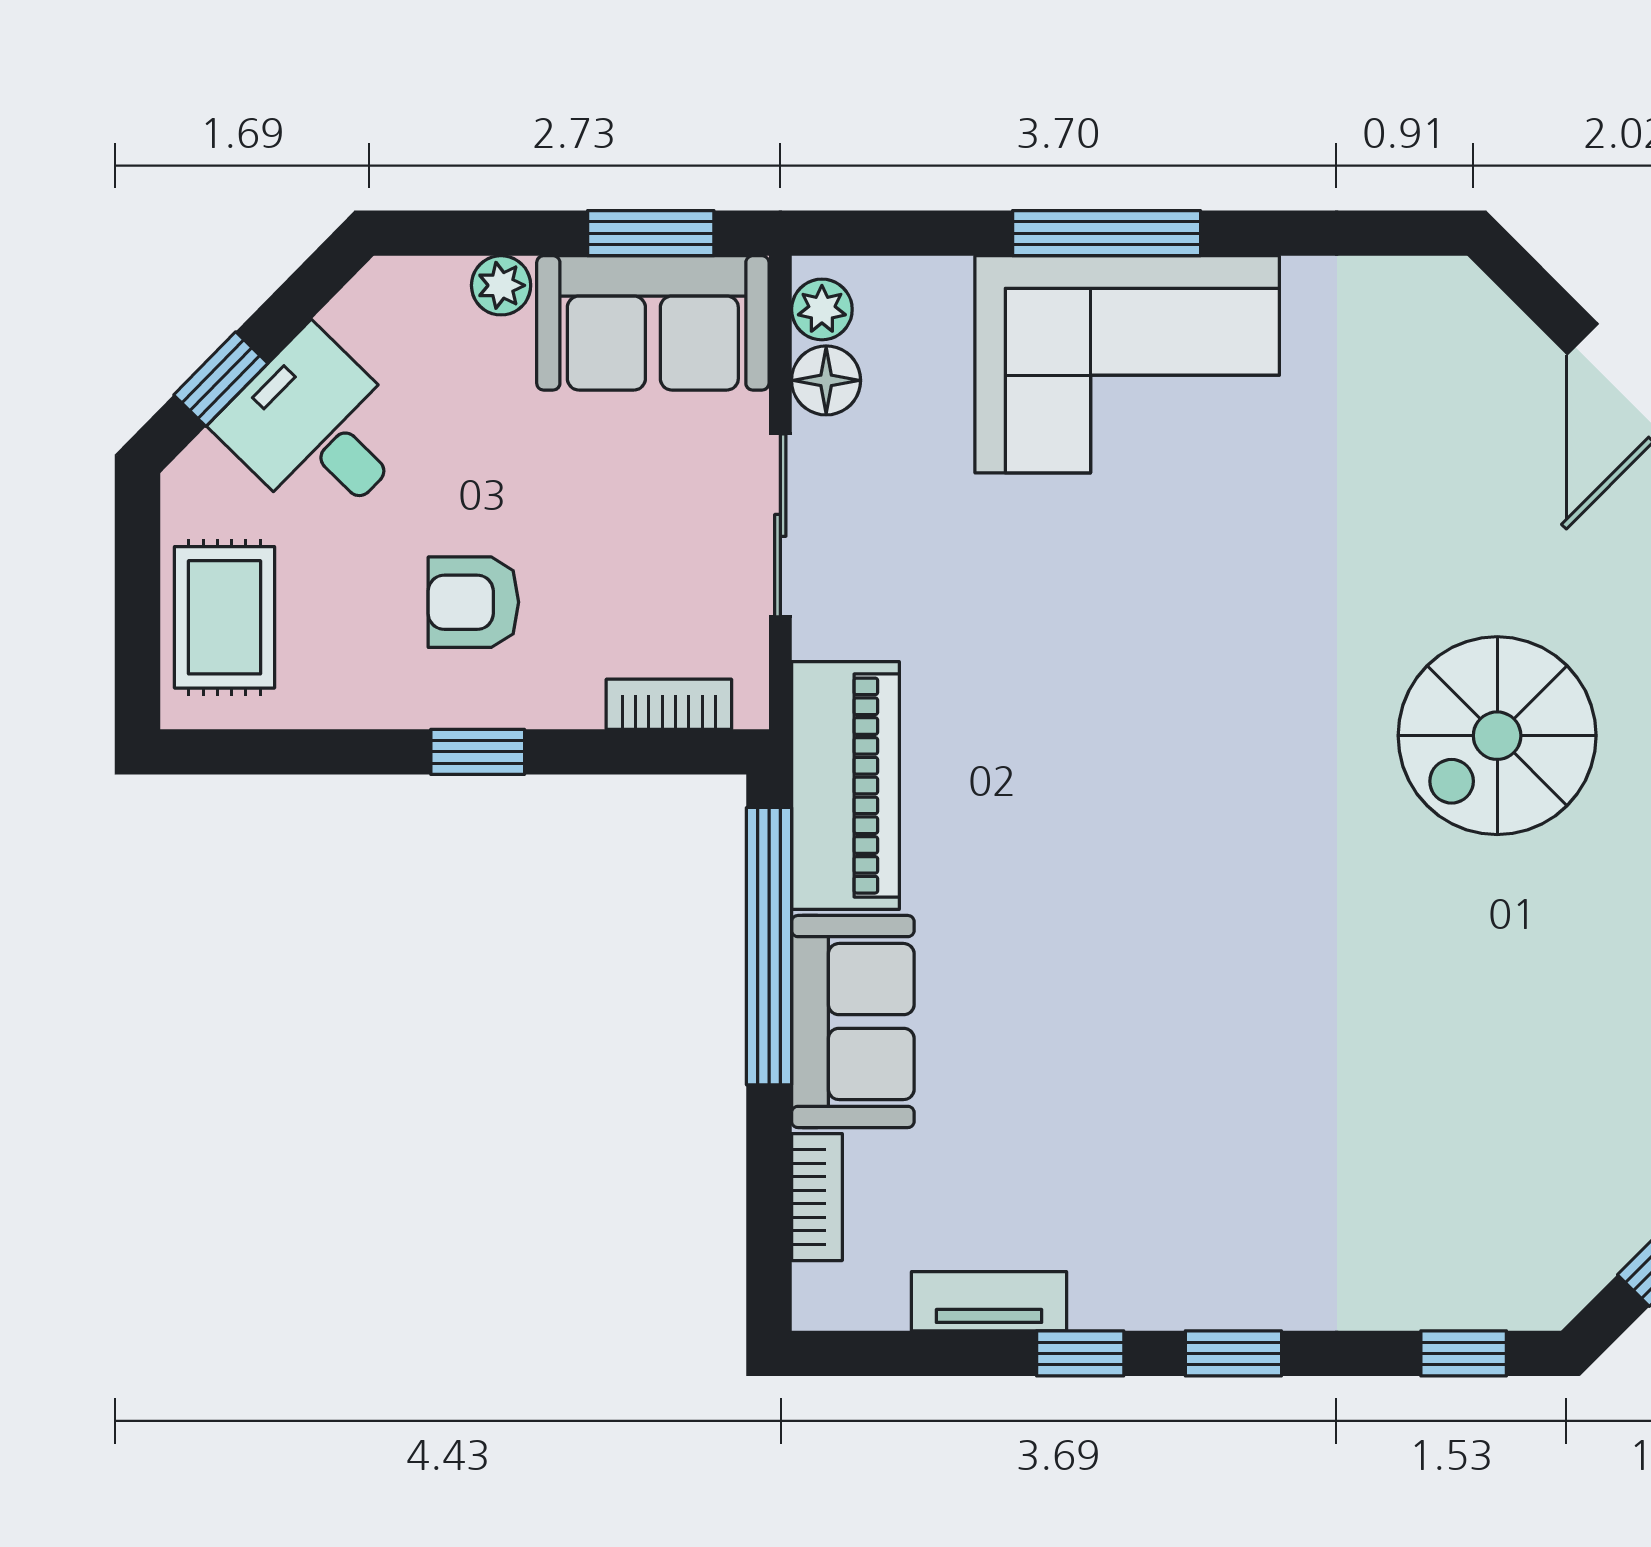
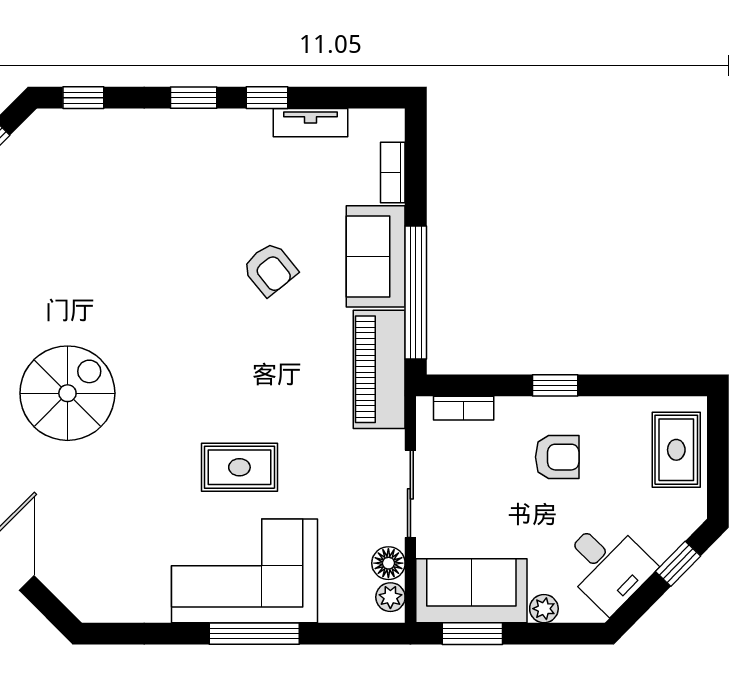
desk: (317, 429) -> (607, 565), moved
rug: (1138, 581) -> (239, 467), added
armchair: (1074, 995) -> (270, 269), added

